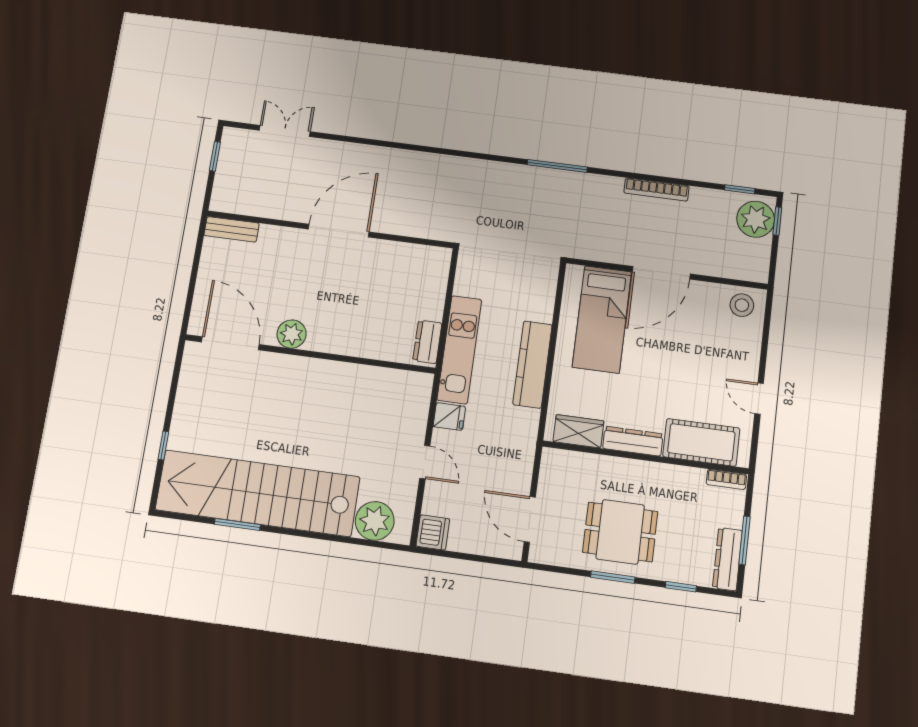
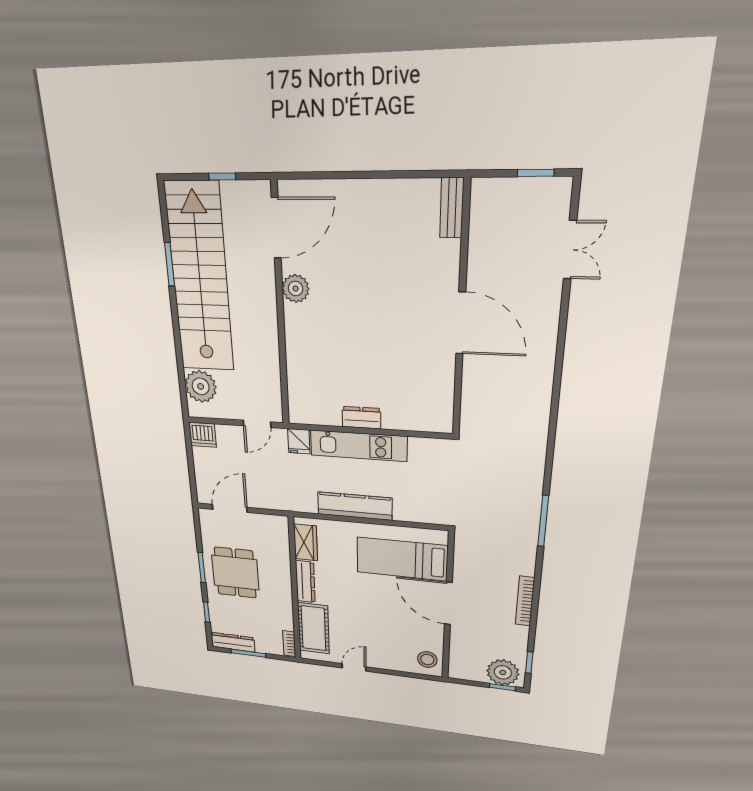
plant: (292, 334) -> (296, 288), moved
door: (230, 343) -> (276, 228), moved
wall: (310, 354) -> (280, 309), moved

